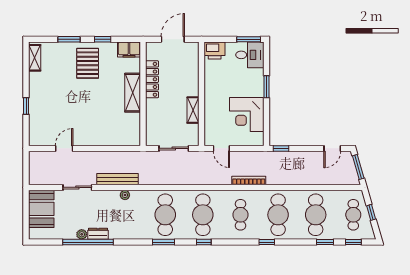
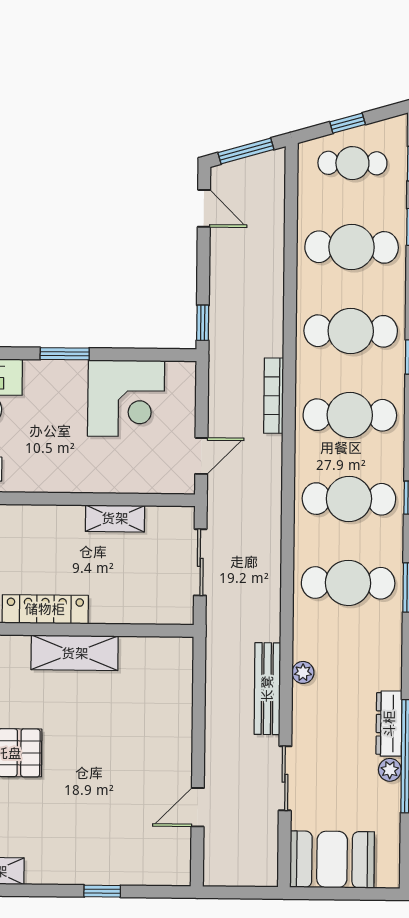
door: (64, 148) -> (198, 807), hinge flipped
cafe table: (240, 215) -> (350, 415), width x1.37, depth x1.35
dresser: (98, 234) -> (389, 724), width x1.44

